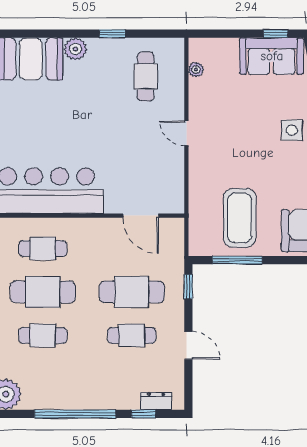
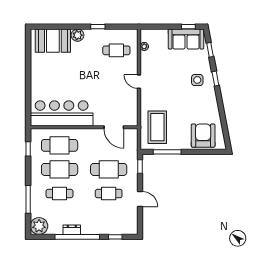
cafe table: (146, 77) -> (116, 50), turned 90
coffee table: (240, 218) -> (157, 127), moved
cafe table: (43, 248) -> (60, 145), width x1.37, depth x1.35
dresser: (156, 401) -> (72, 230), moved

